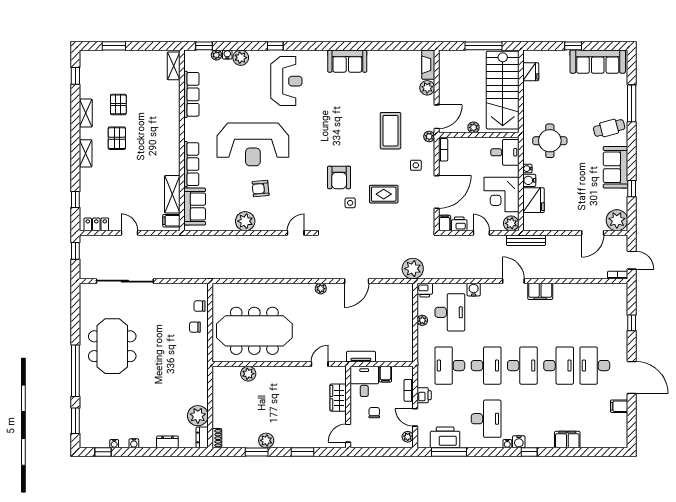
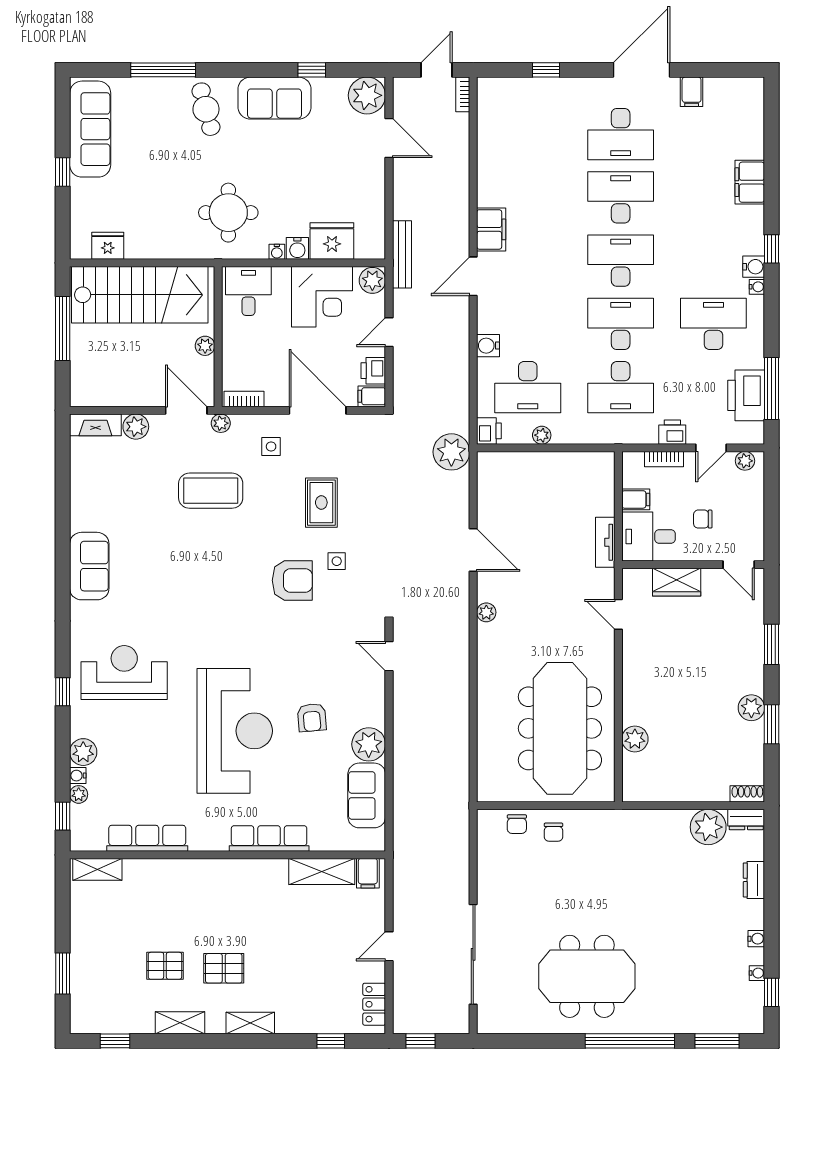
sofa: (195, 207) -> (367, 795), moved, turned -90
desk: (450, 312) -> (528, 387), turned 180

